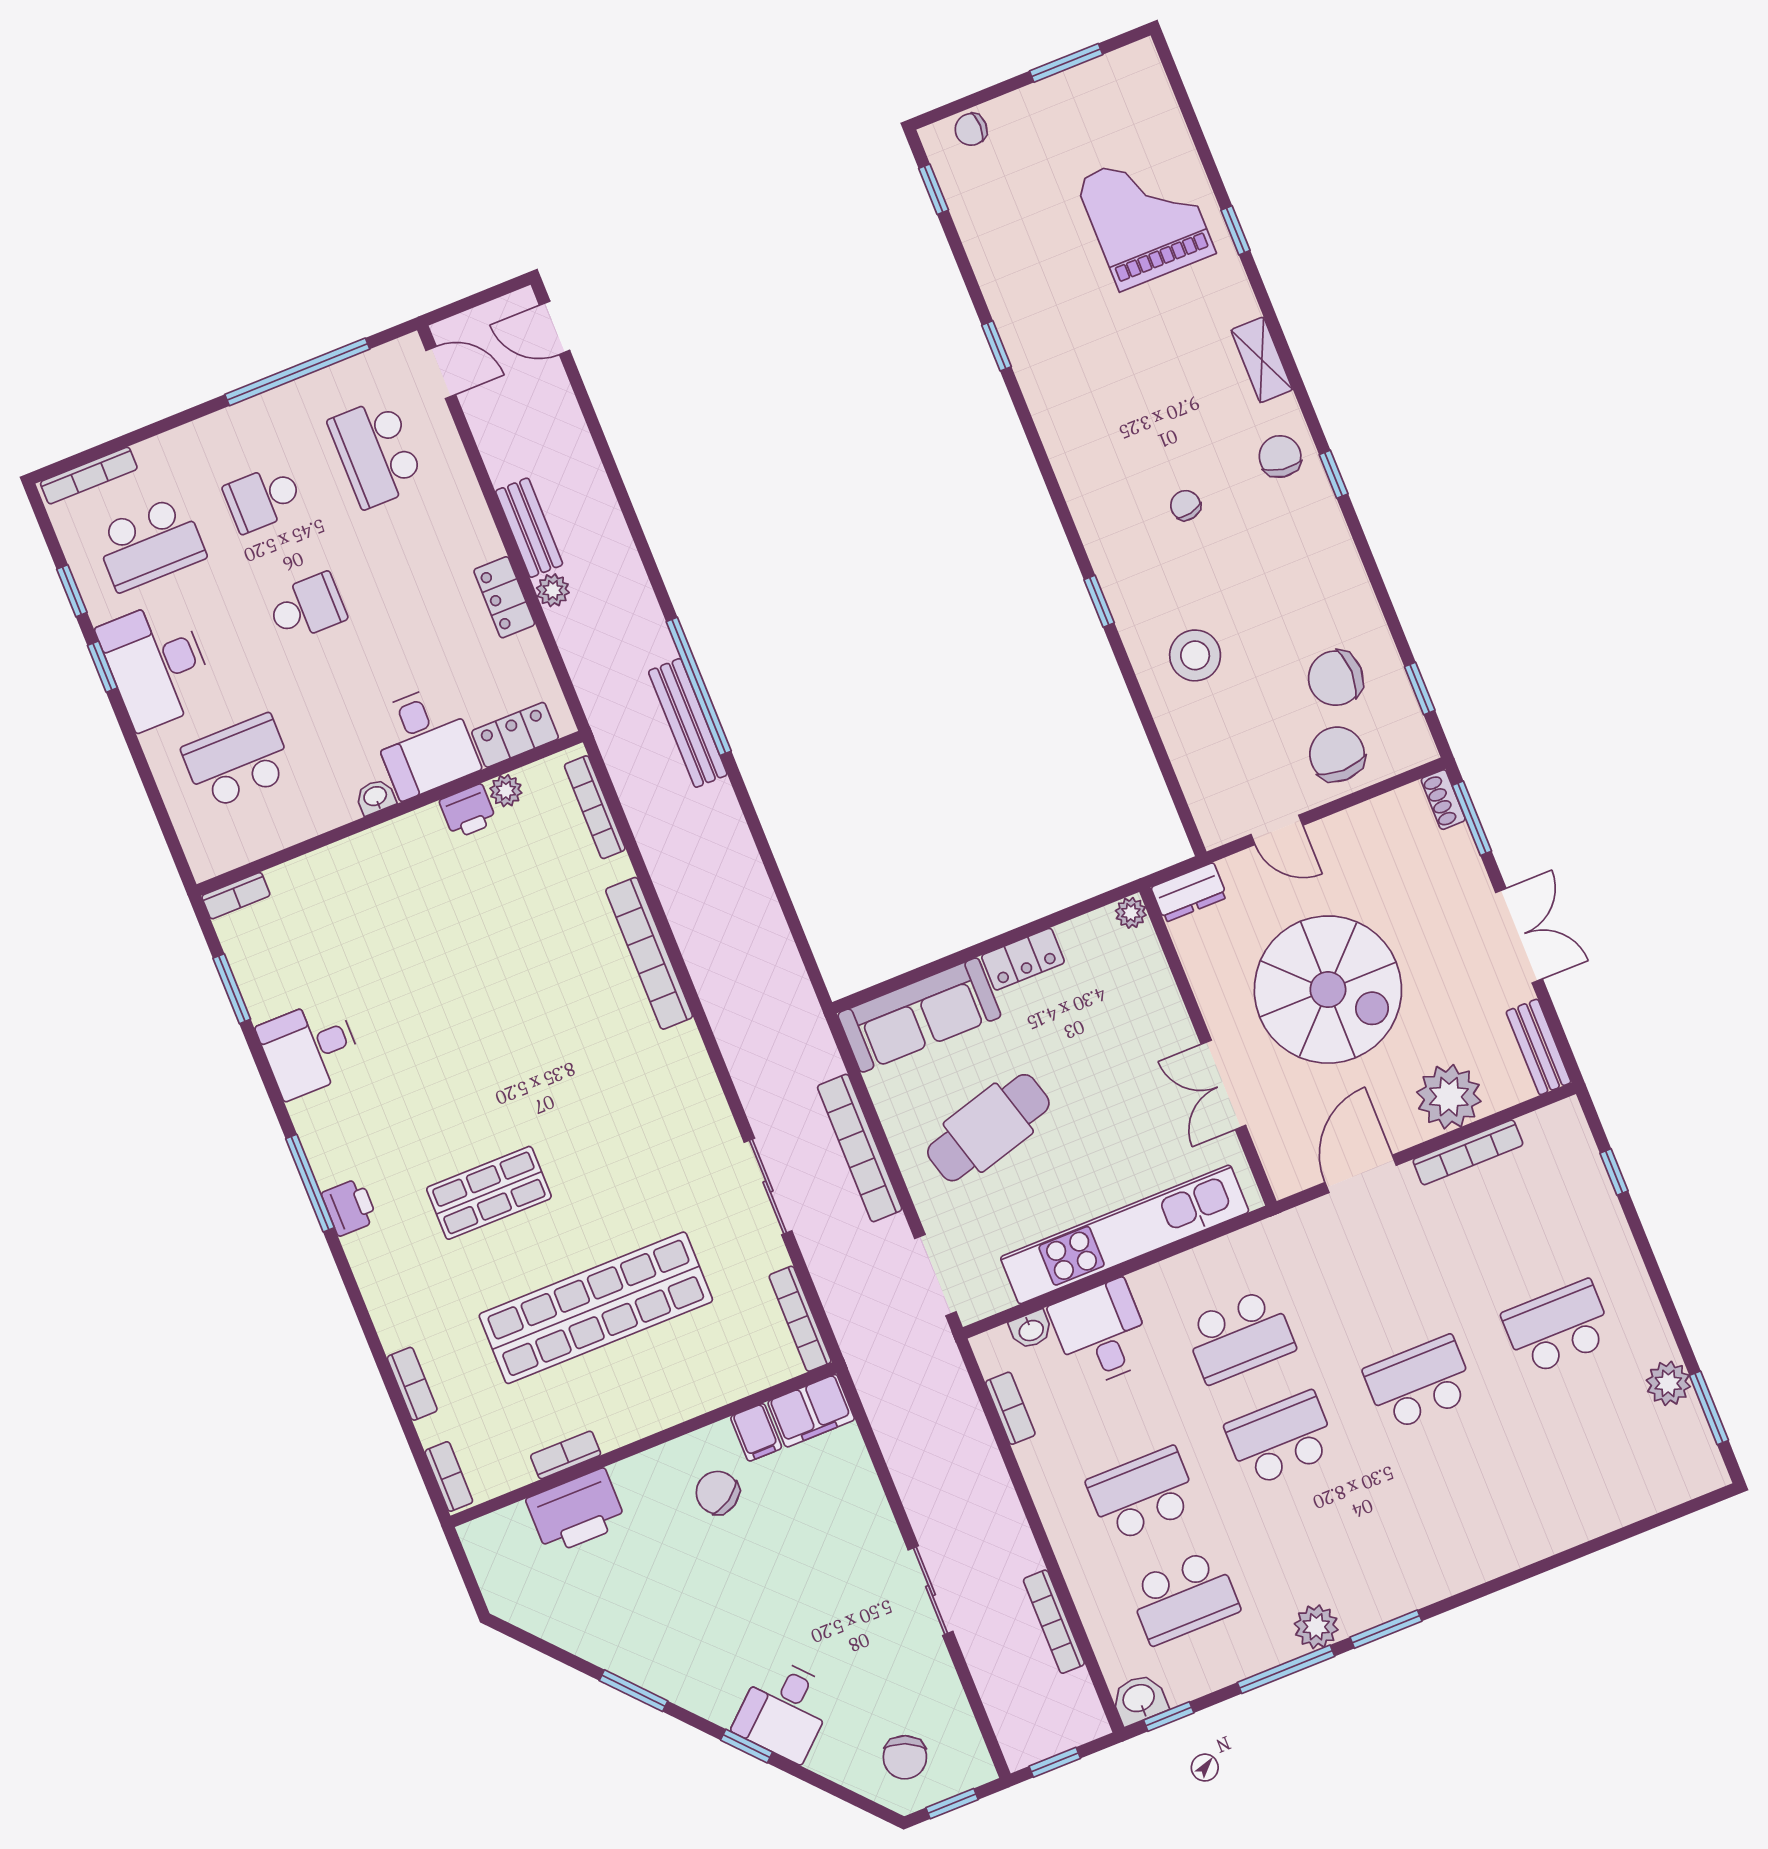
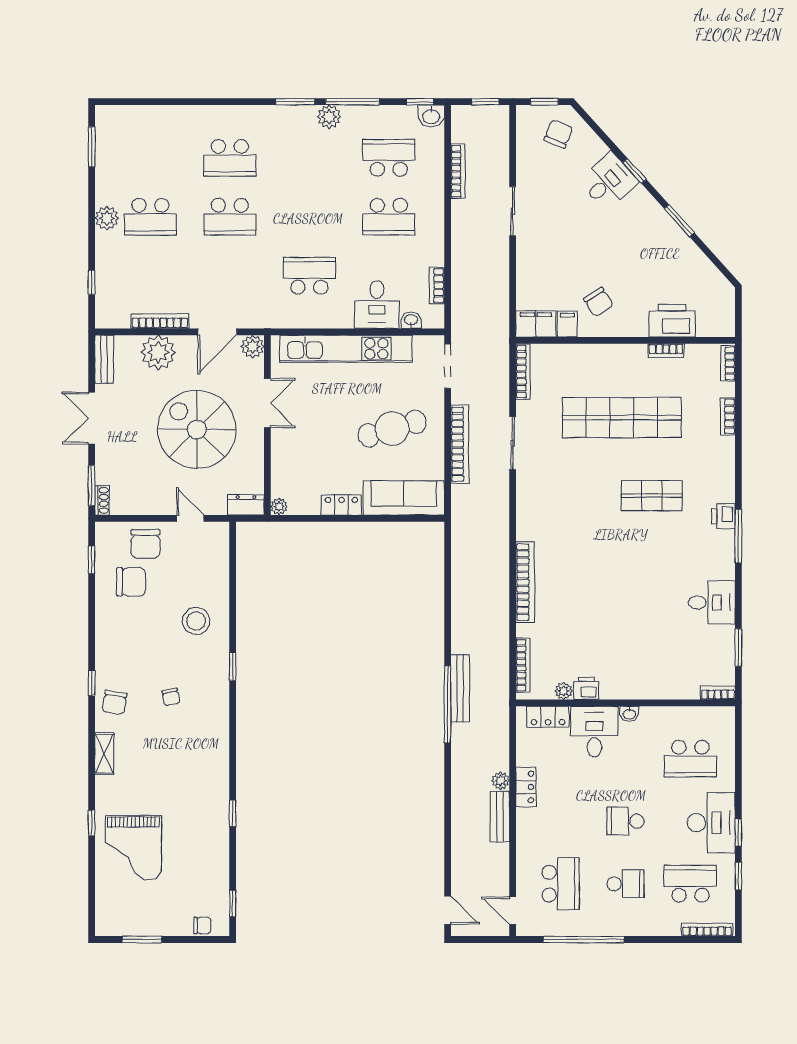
plant: (1289, 1173) -> (253, 346), added
plant: (1668, 1383) -> (107, 218), moved
school desk: (1281, 1439) -> (230, 158), moved

